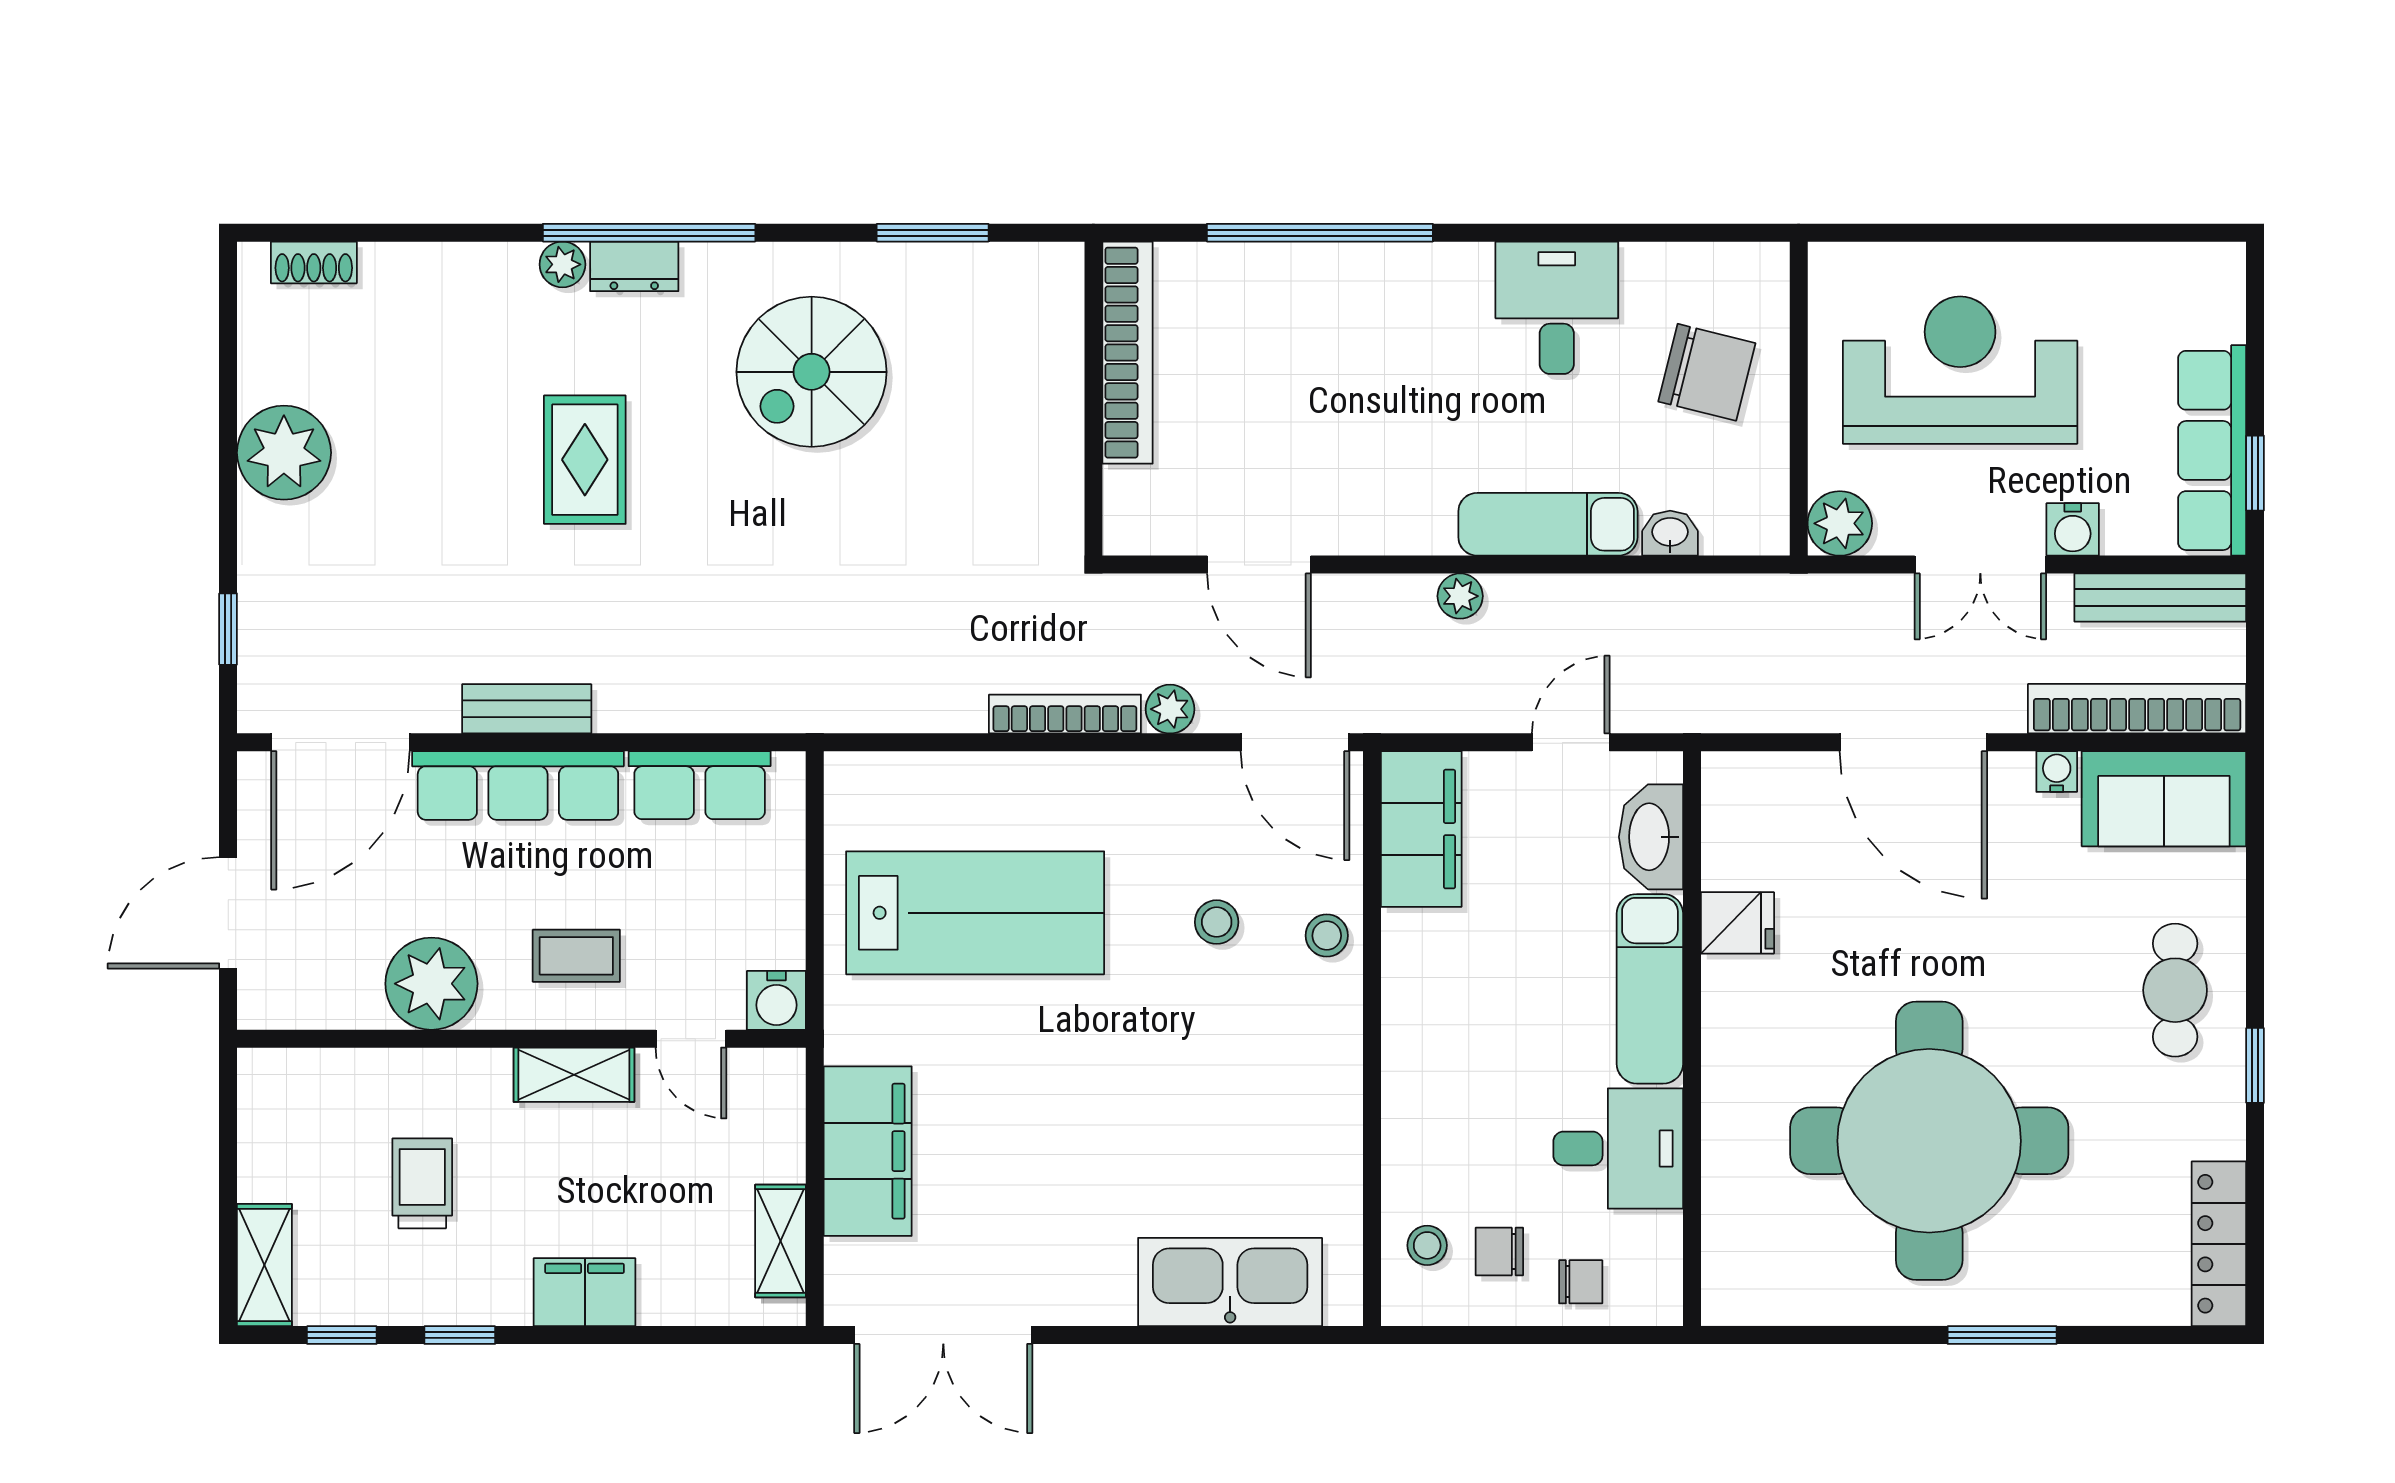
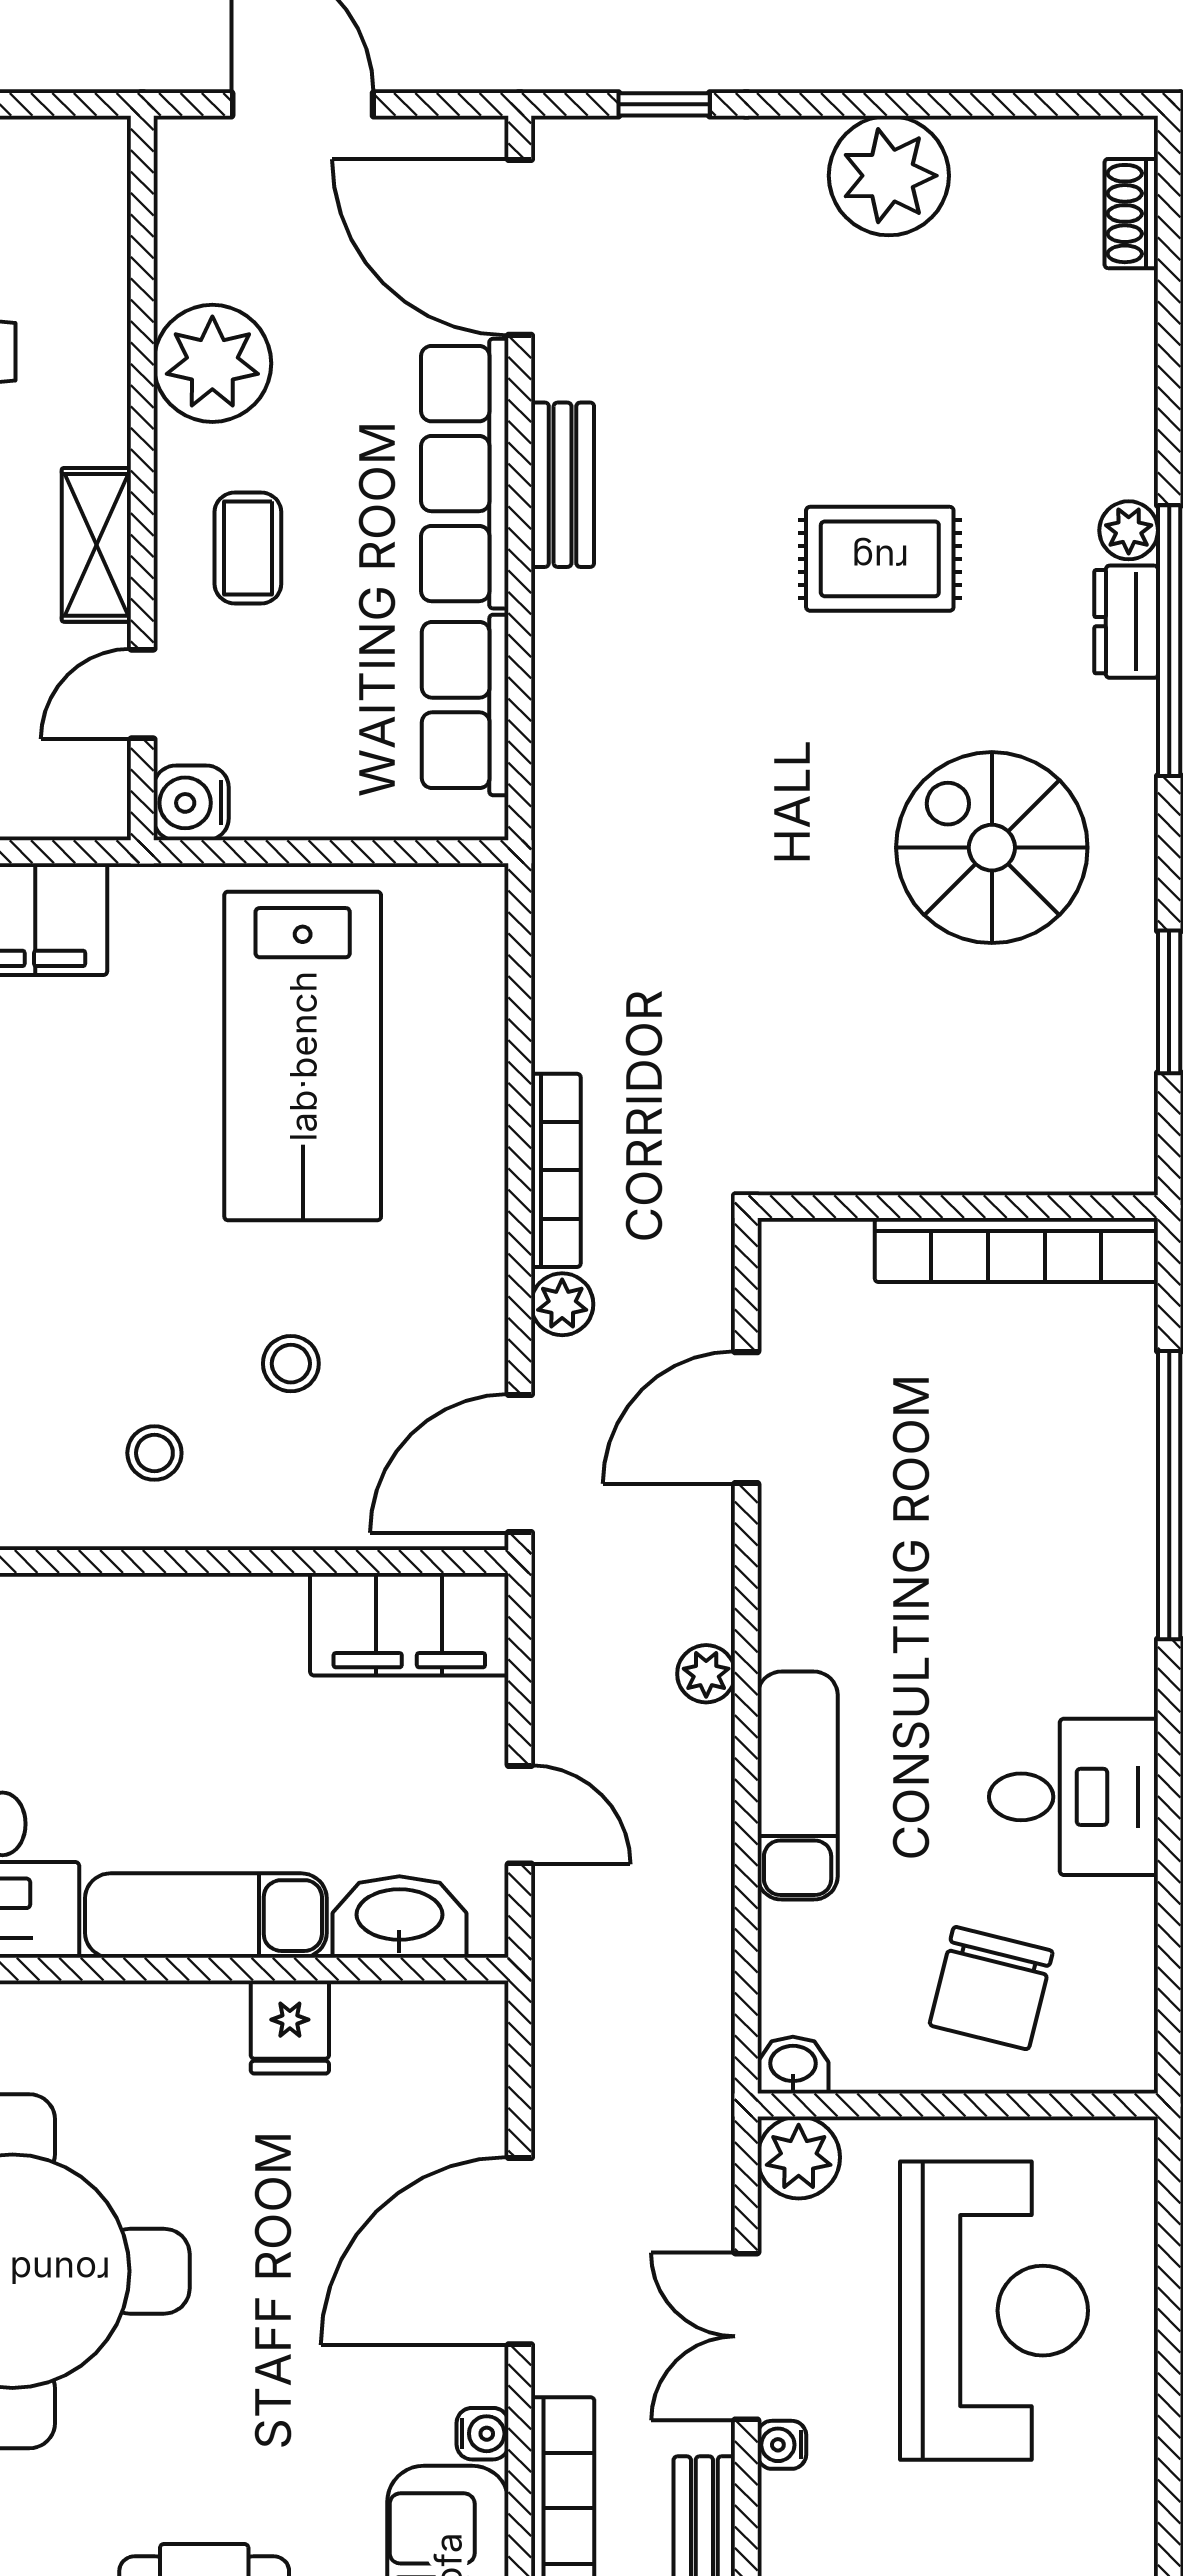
water cooler: (2073, 529) -> (782, 2445), width x0.72, depth x0.72
washbasin: (1670, 533) -> (793, 2065), moved, turned -90
stool: (1327, 936) -> (154, 1453), moved

